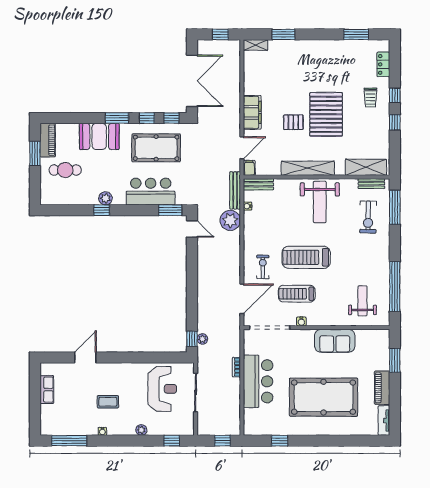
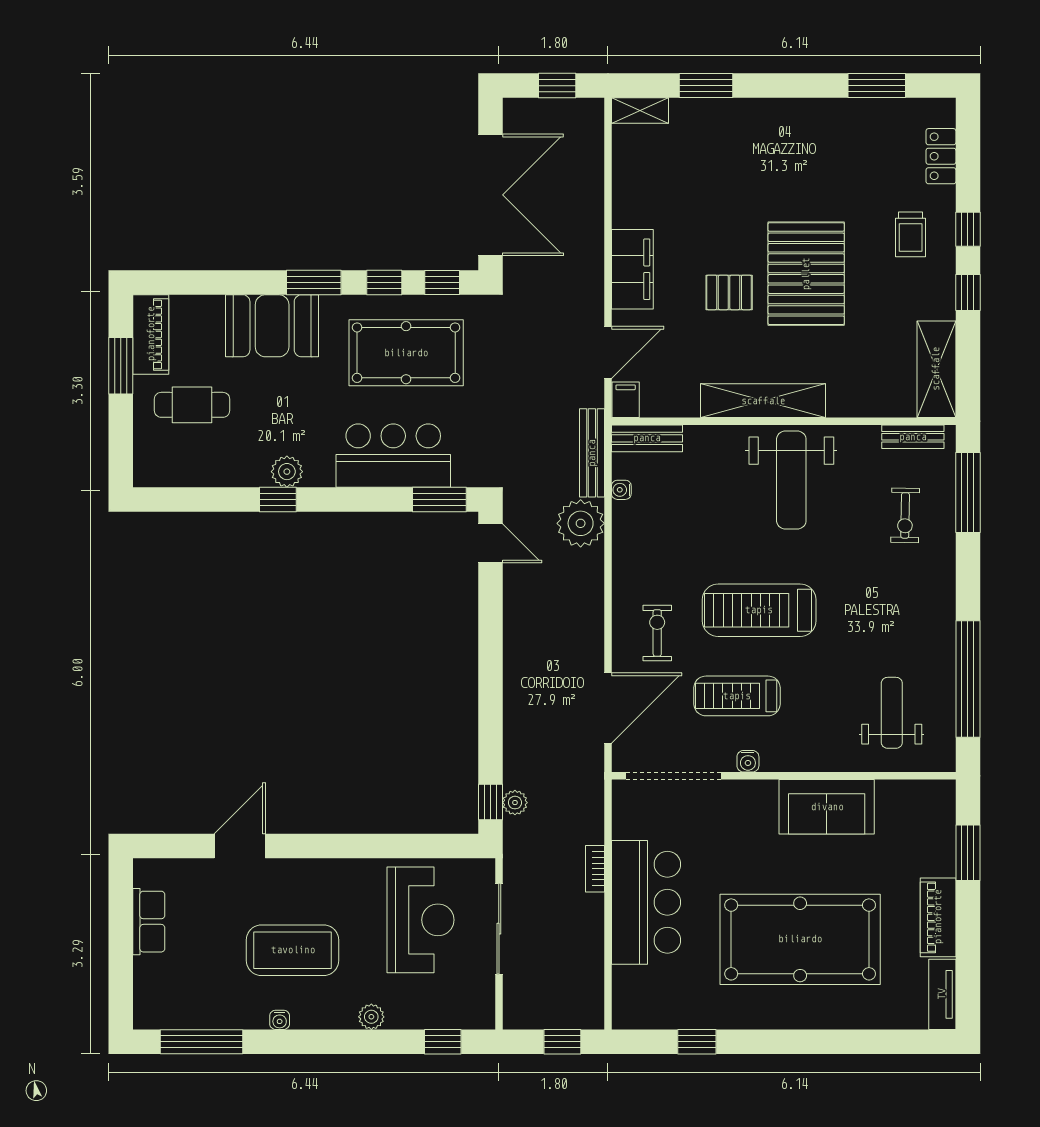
shelving: (366, 167) -> (936, 369), moved, turned 90
exercise bike: (368, 217) -> (905, 515), width x0.73, depth x0.72
coffee table: (108, 402) -> (293, 950), width x1.86, depth x1.72

